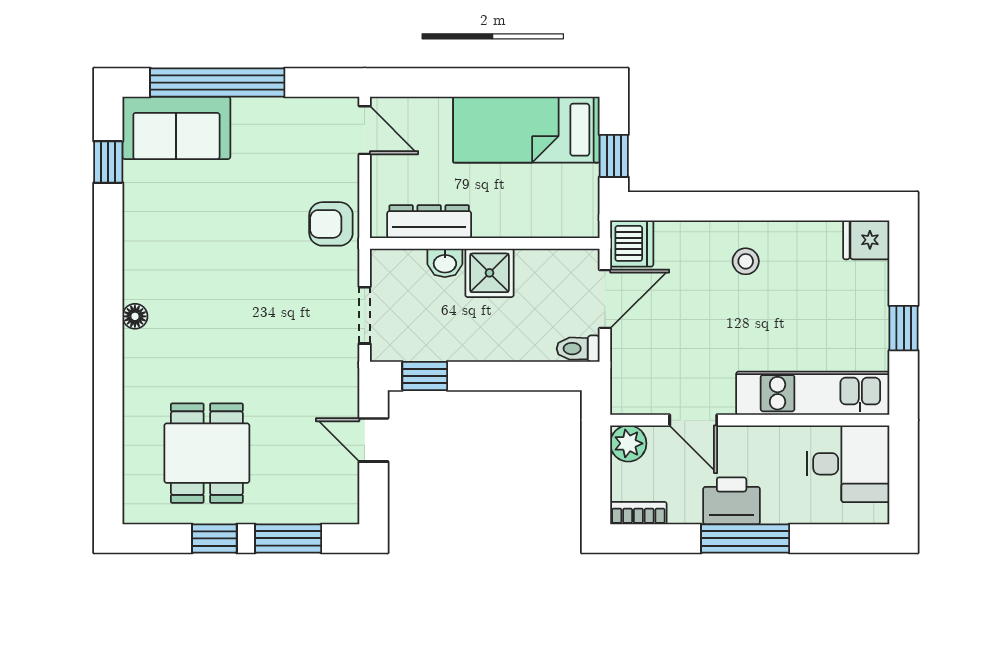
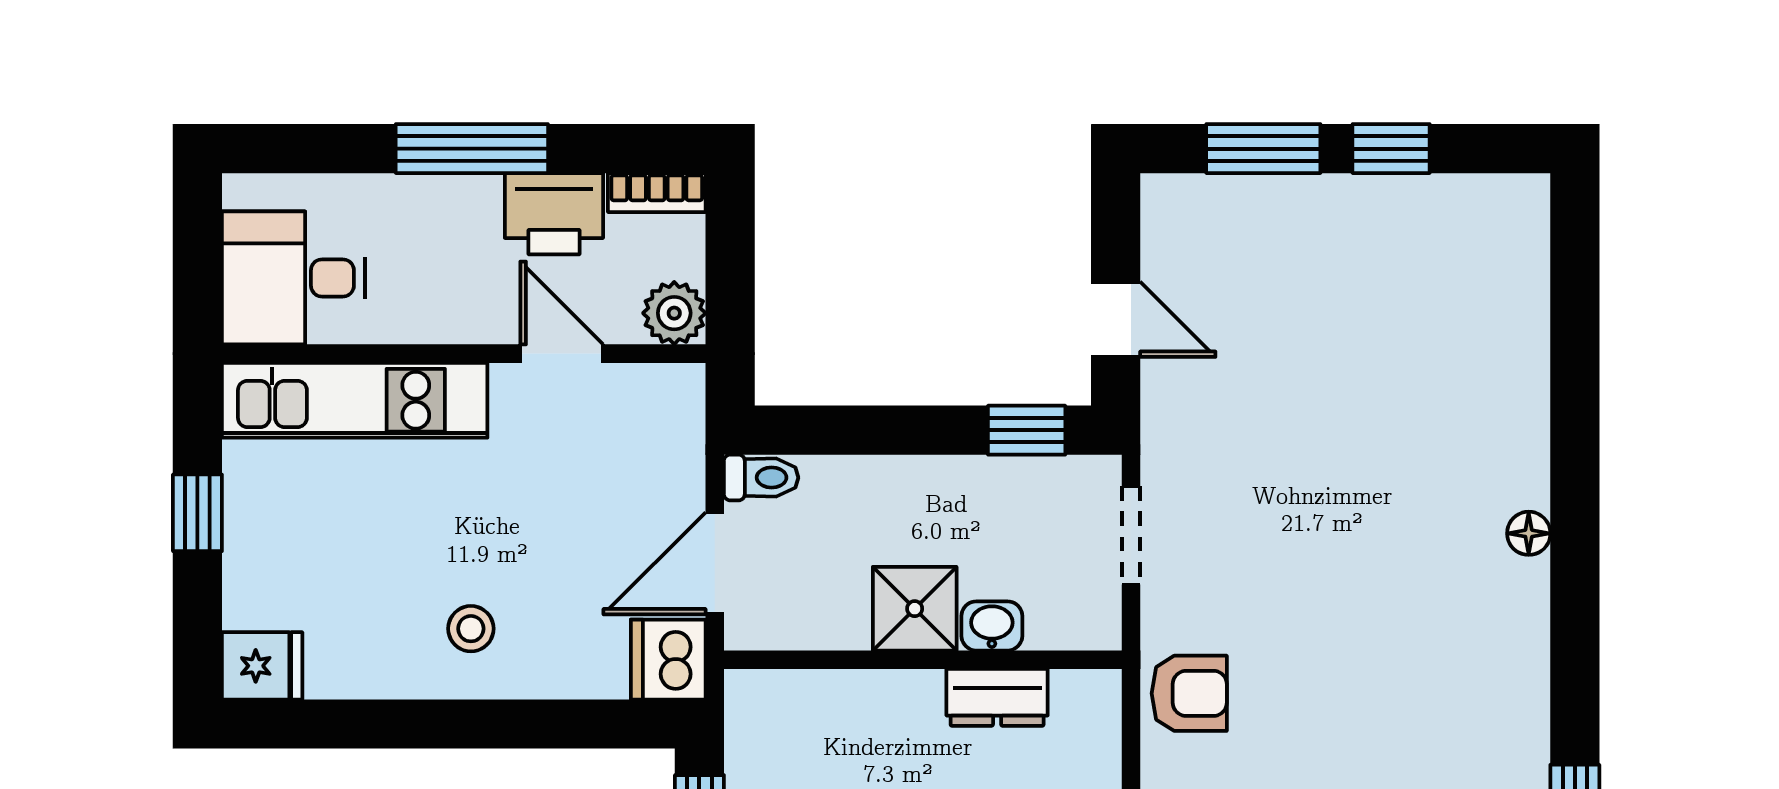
dresser: (429, 222) -> (997, 697), width x0.70
dining table: (207, 453) -> (1404, 296), removed
printer: (732, 501) -> (554, 214), moved

